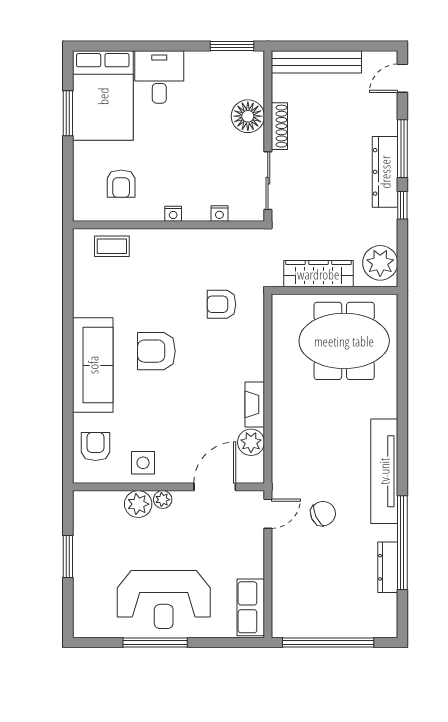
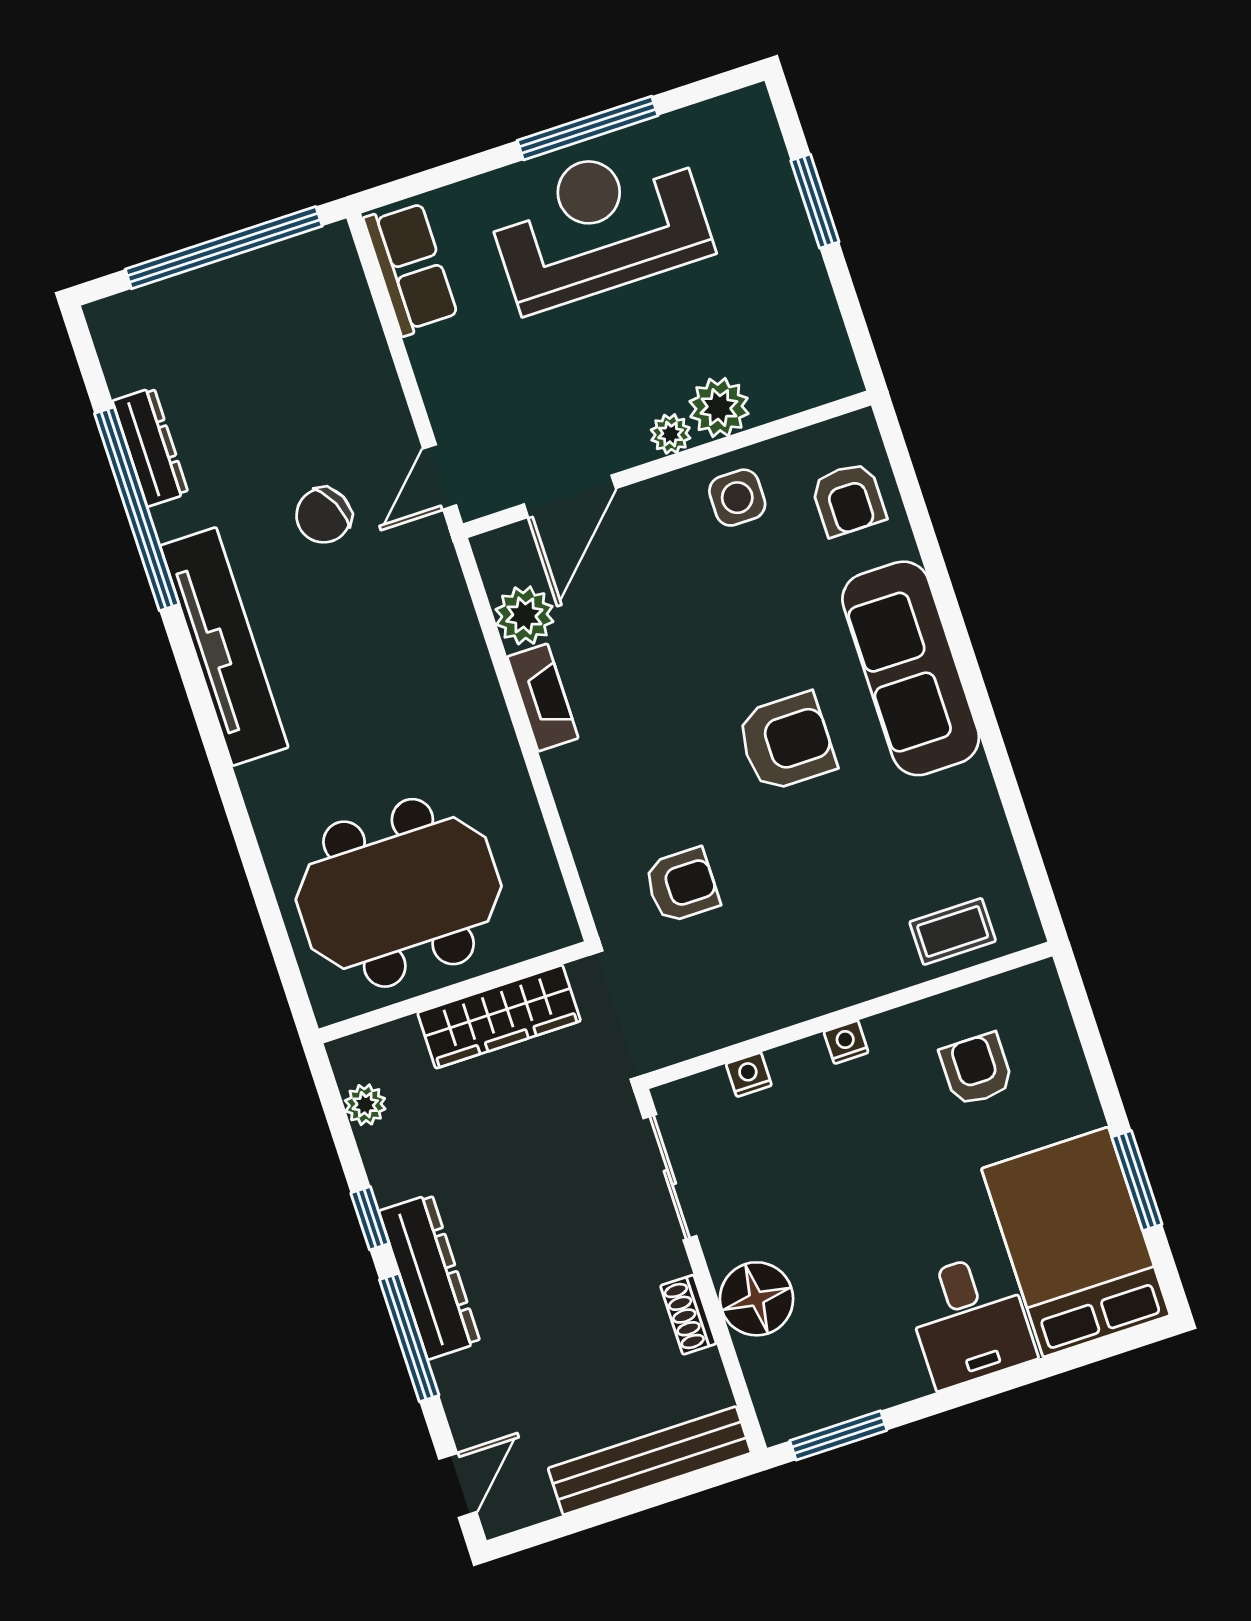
shoe rack: (279, 126) -> (688, 1315), width x0.70
plant: (380, 263) -> (365, 1105), width x0.53, depth x0.53
window: (68, 556) -> (815, 201), moved

